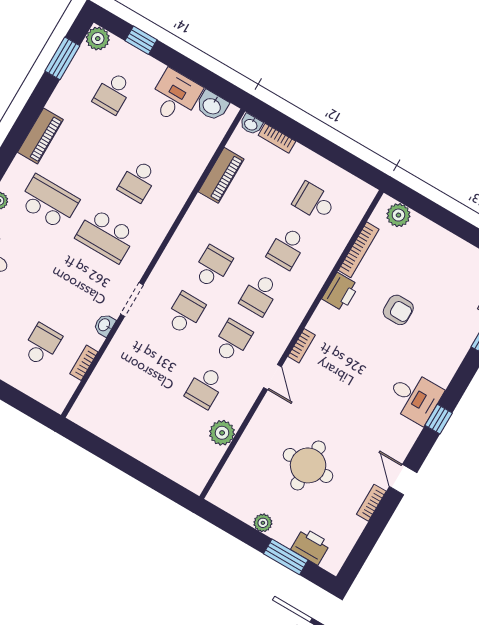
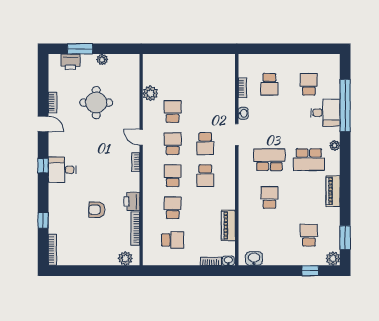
desk: (175, 97) -> (276, 252), removed
school desk: (232, 341) -> (173, 144), turned 180

